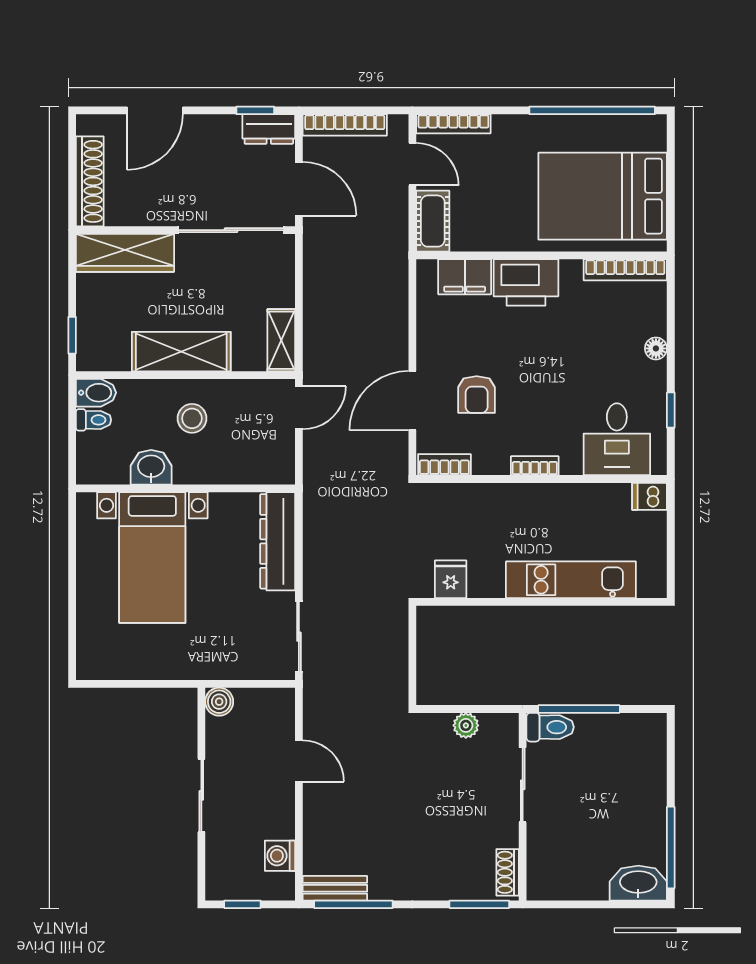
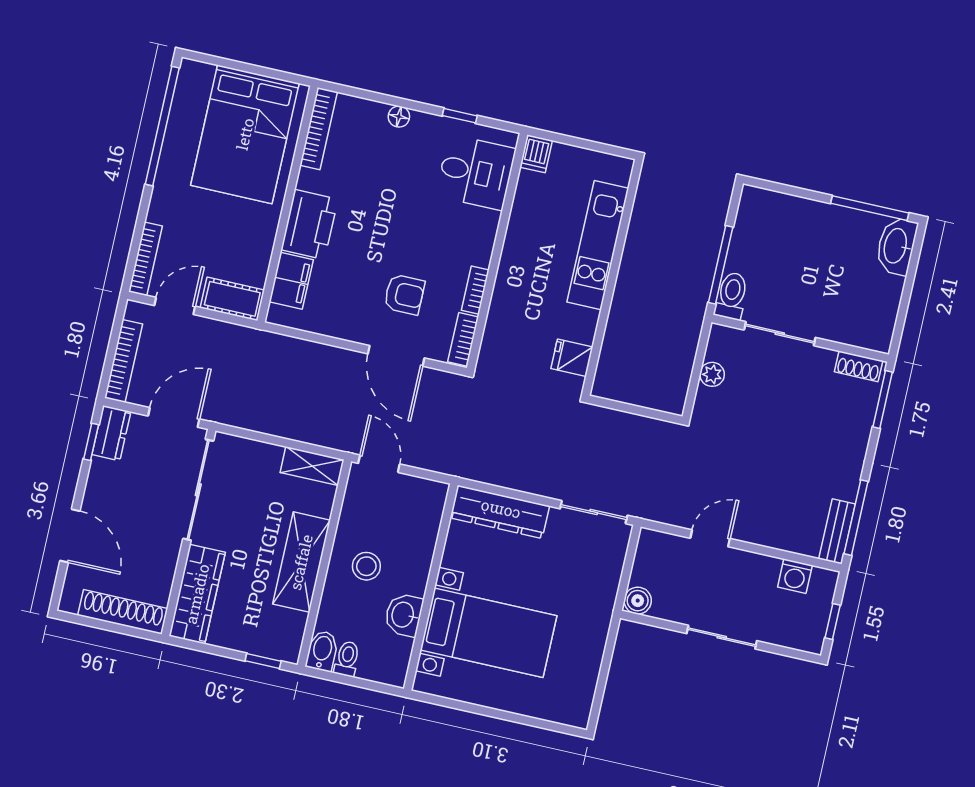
bookcase: (535, 466) -> (475, 290), moved

